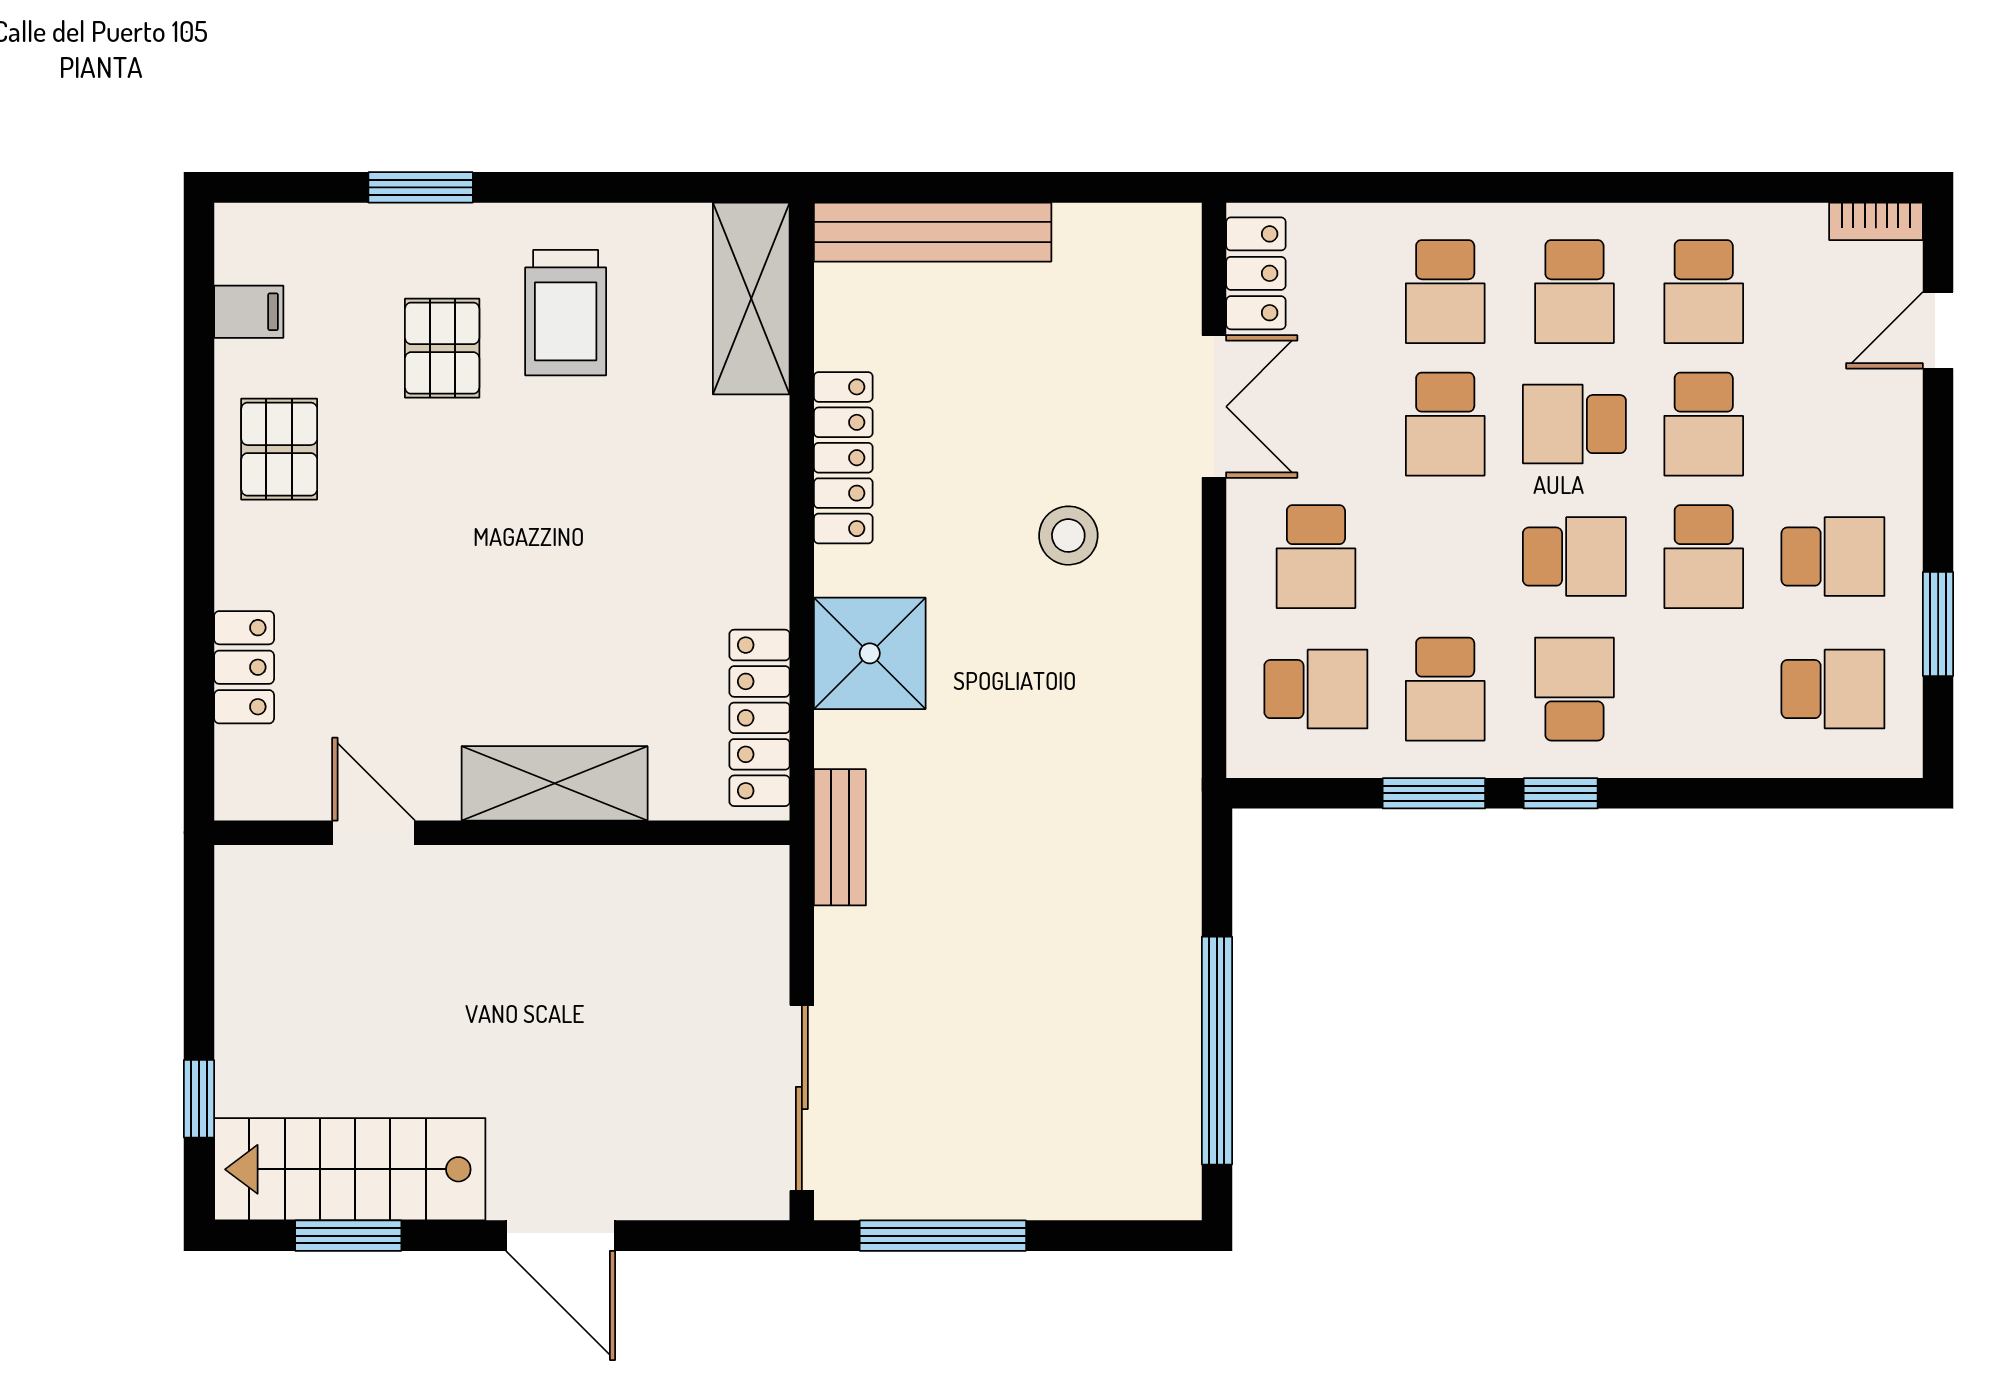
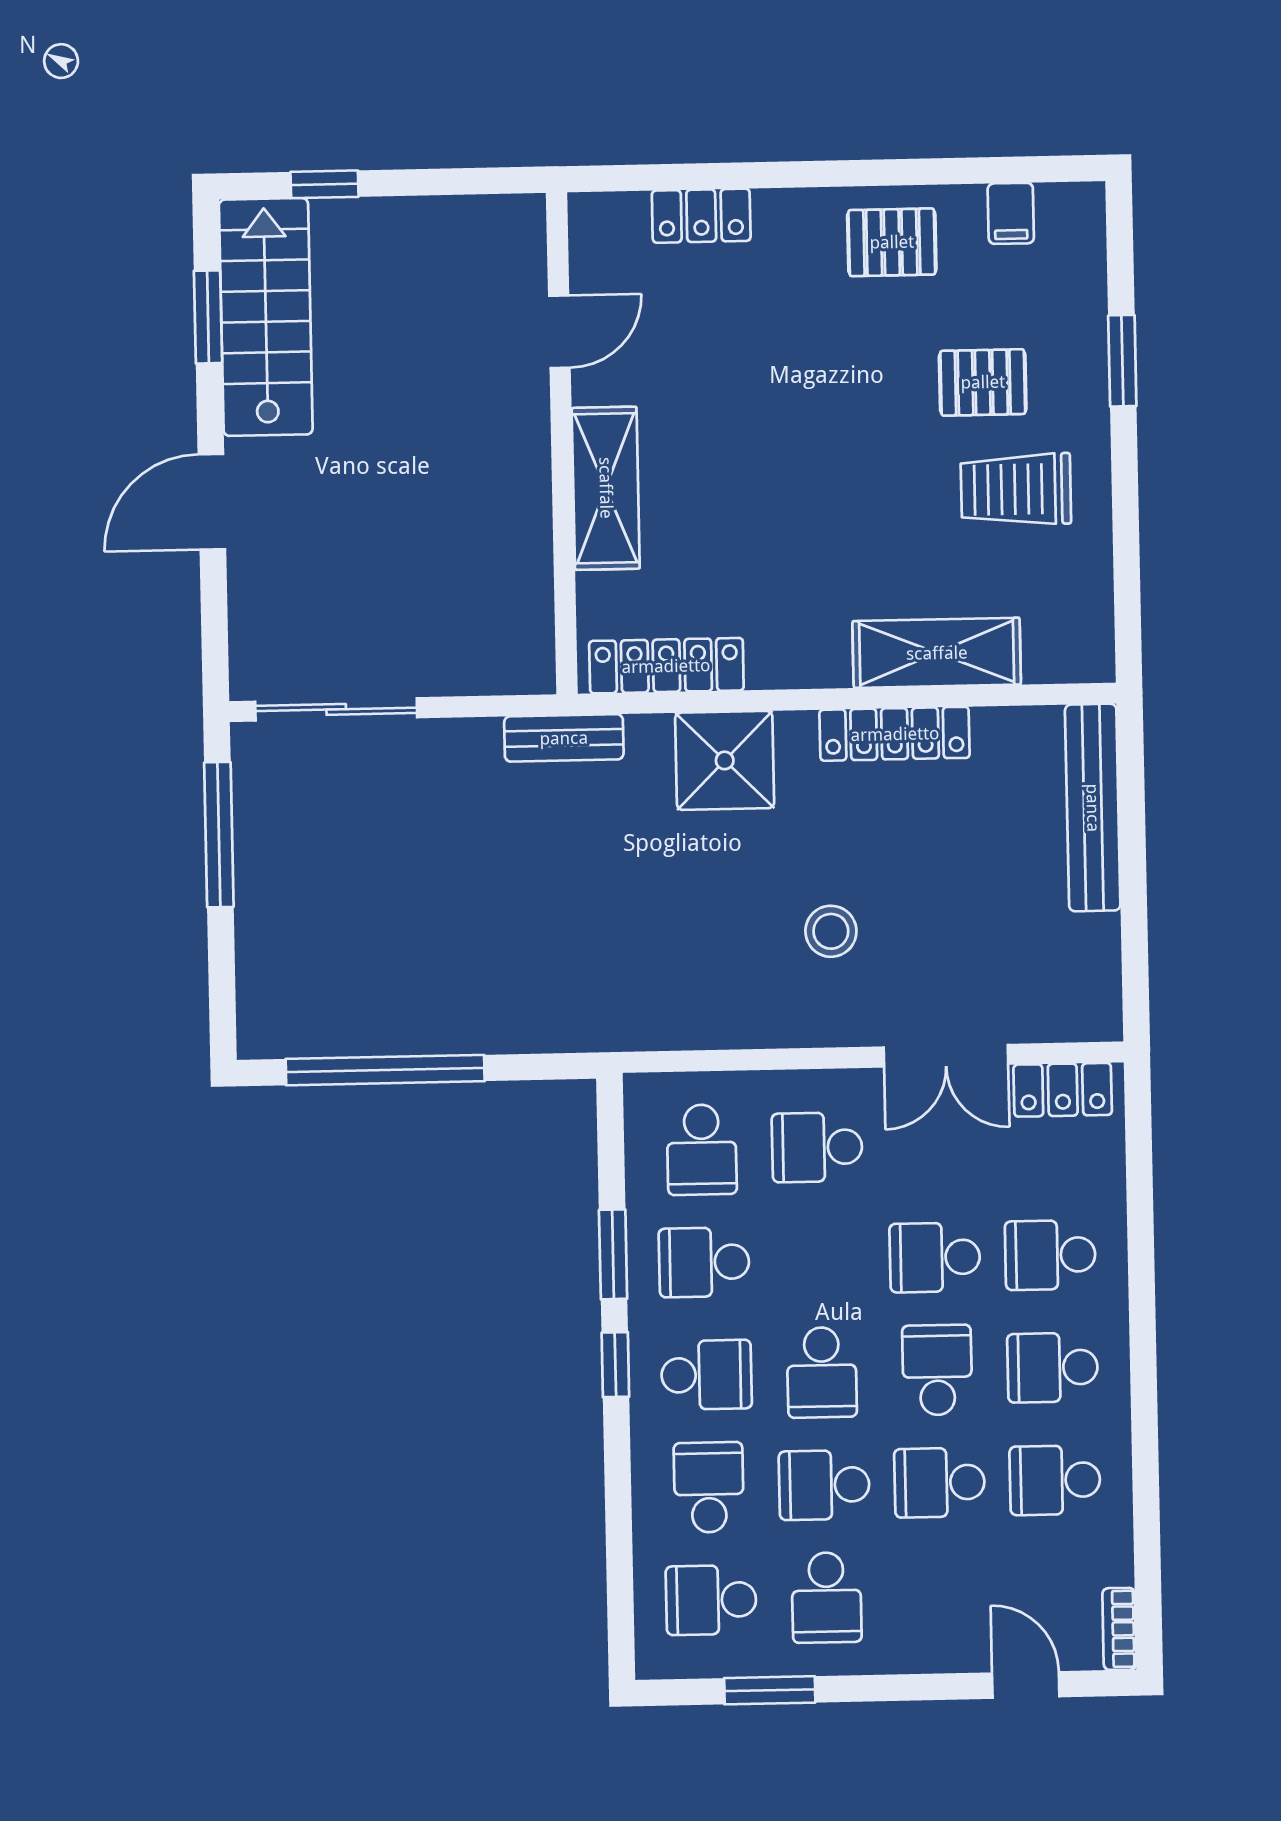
shelving: (751, 298) -> (937, 653), moved
school desk: (1704, 689) -> (709, 1487), added
school desk: (1833, 689) -> (711, 1600), turned 90

